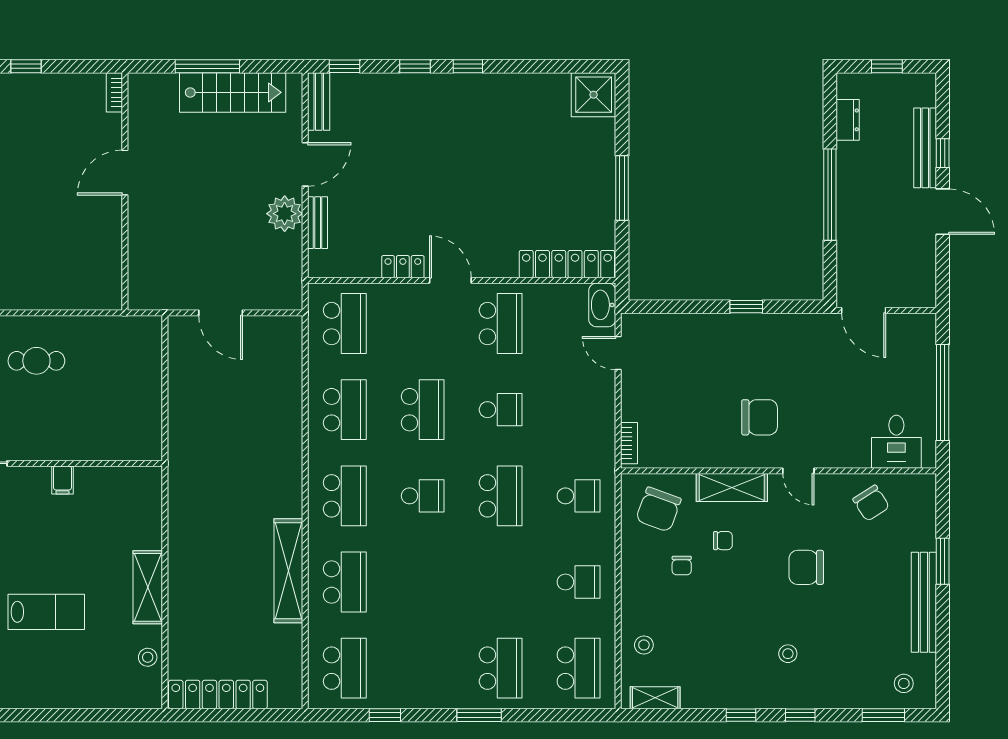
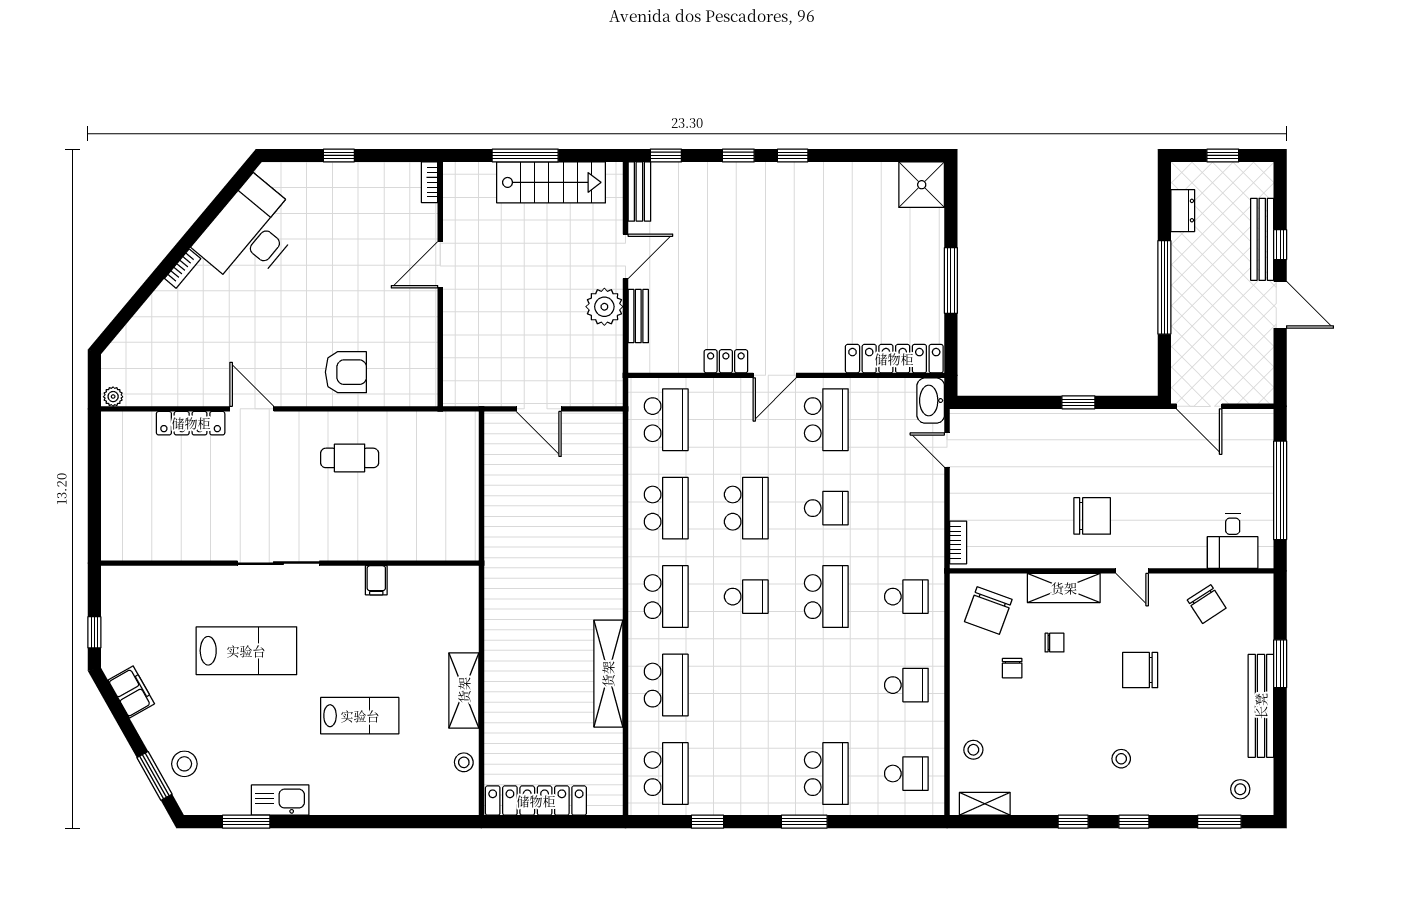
armchair: (33, 277) -> (346, 372), added
door: (450, 280) -> (775, 375), swing flipped
school desk: (579, 668) -> (906, 774), width x0.54

